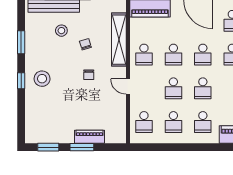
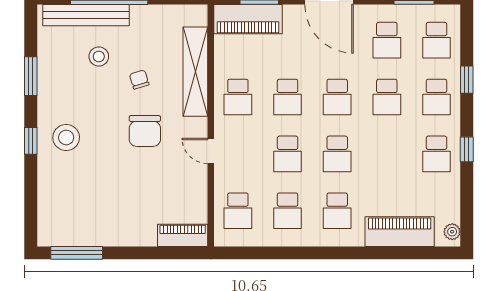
chair: (89, 75) -> (145, 131), width x1.87, depth x1.87
piano: (90, 137) -> (183, 235), moved
window: (48, 147) -> (77, 253), width x1.44
window: (82, 147) -> (133, 253), removed

